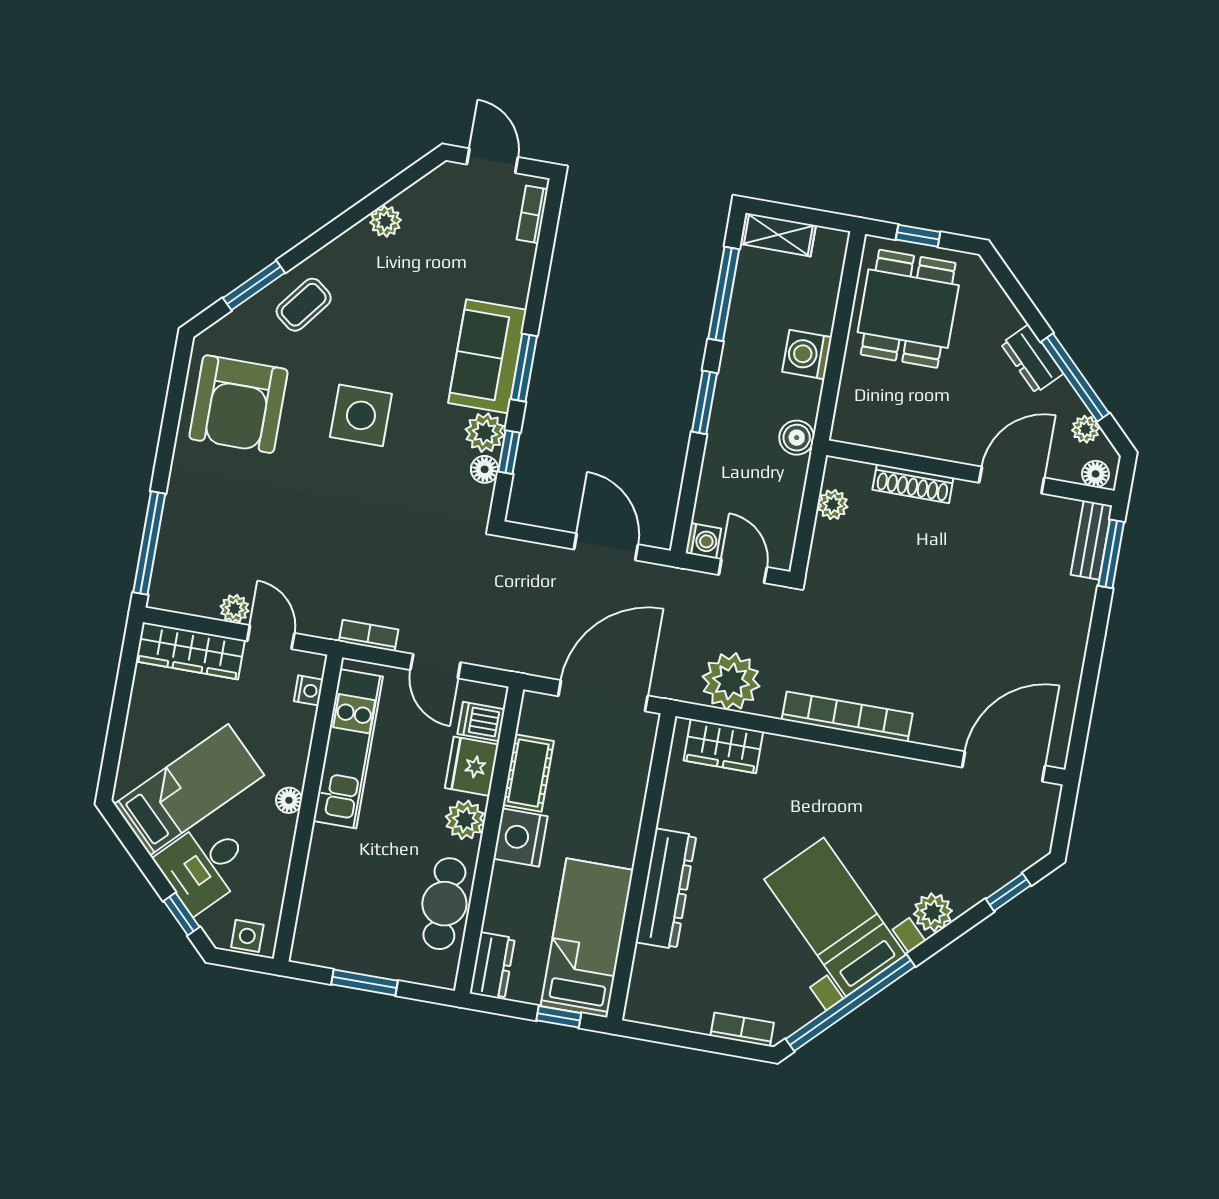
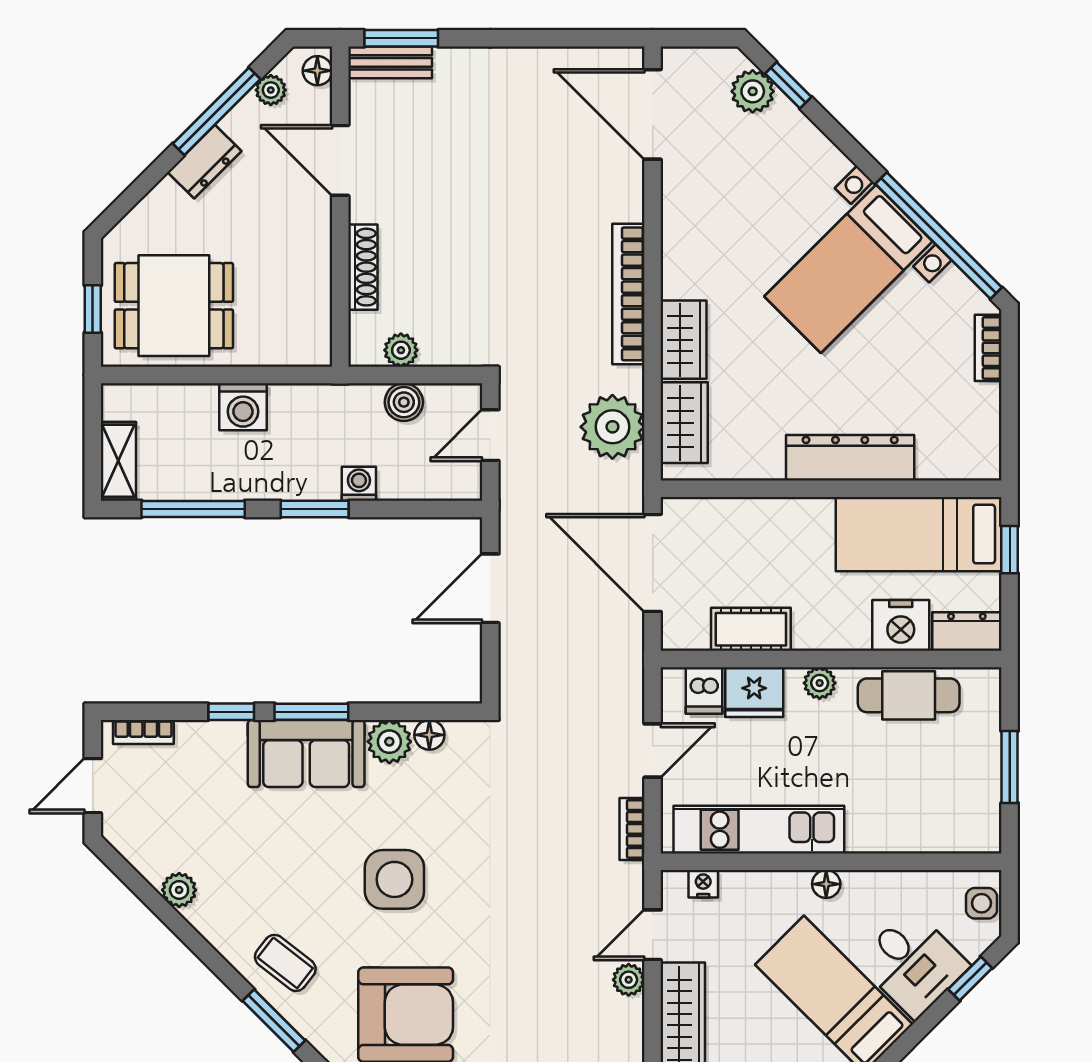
boiler: (797, 438) -> (404, 402), moved
window: (509, 452) -> (231, 712), moved
washing machine: (703, 541) -> (359, 484), moved
wardrobe: (798, 759) -> (683, 340), added
plant: (465, 820) -> (820, 683), width x0.73, depth x0.73
nightstand: (520, 837) -> (901, 625), moved
plant: (933, 912) -> (753, 91), moved

